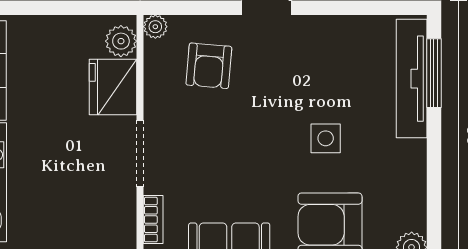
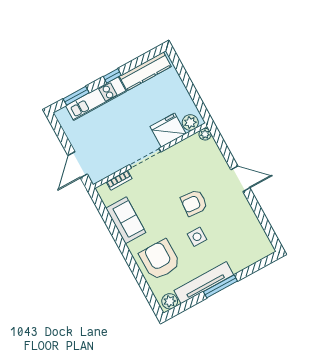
armchair: (209, 66) -> (194, 203), moved
window: (434, 73) -> (220, 286), moved
tv unit: (412, 79) -> (204, 283), moved

